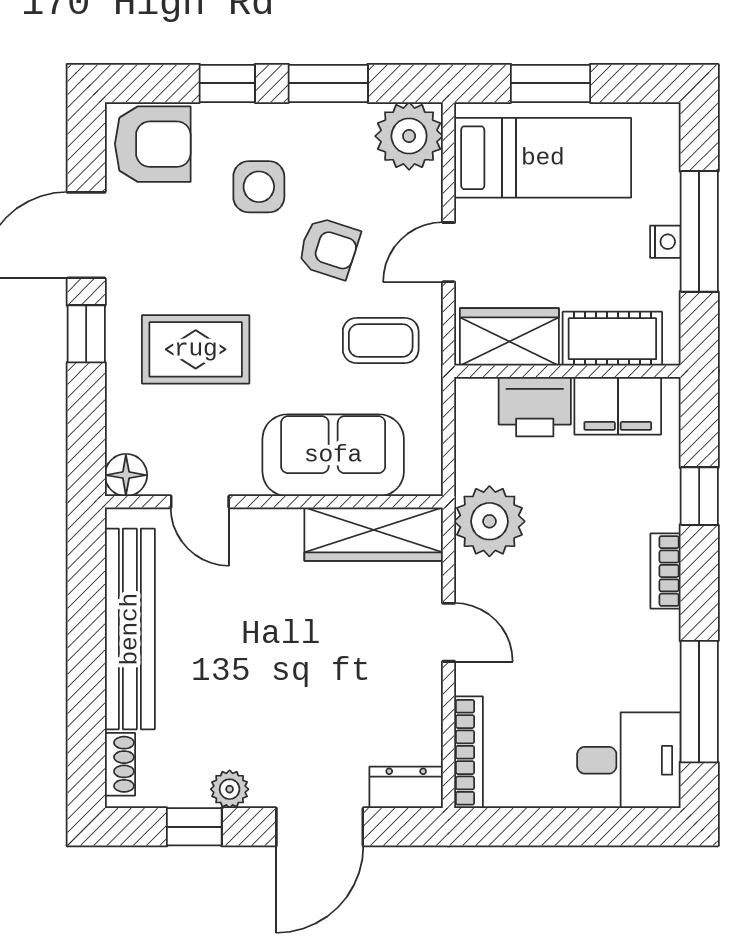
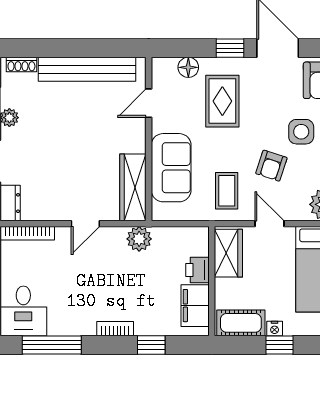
window: (699, 231) -> (280, 345), width x0.46
cot: (612, 339) -> (241, 323), moved, turned 90
printer: (535, 407) -> (197, 270), width x0.73, depth x0.81
floor lamp: (126, 475) -> (188, 67), moved
plant: (489, 521) -> (139, 239), width x0.73, depth x0.73

